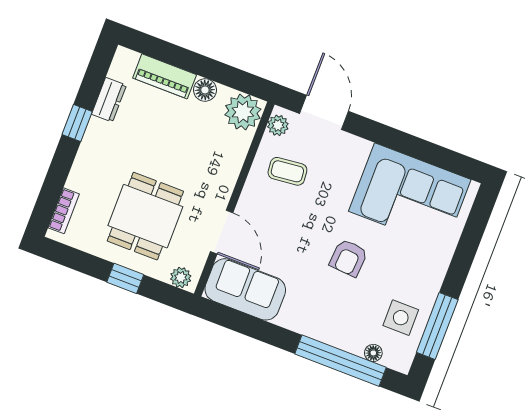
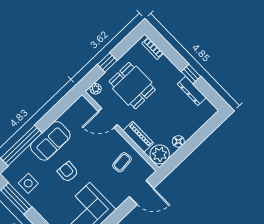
piano: (165, 76) -> (138, 137), moved, turned 90
dresser: (109, 100) -> (192, 91), width x1.44
plant: (278, 125) -> (146, 168), removed
sofa: (245, 289) -> (50, 141), moved
floor lamp: (373, 353) -> (18, 163), removed

